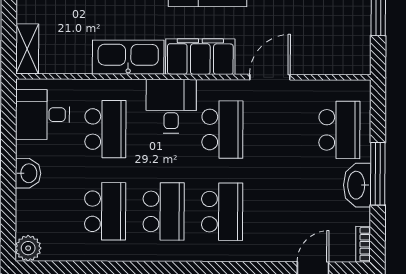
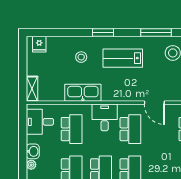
filing cabinet: (200, 57) -> (119, 92), removed
door: (270, 77) -> (154, 103), swing flipped
plant: (25, 200) -> (31, 165), added

